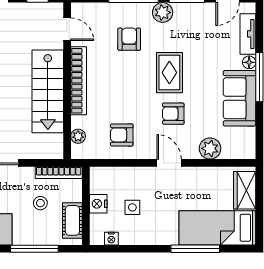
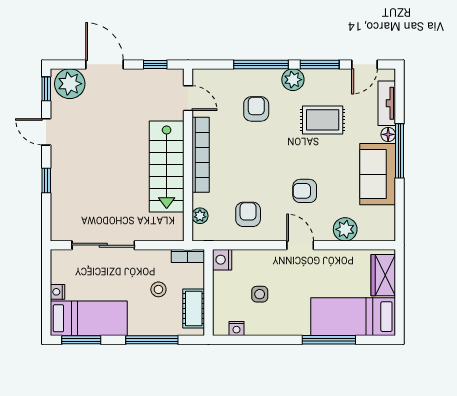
rug: (169, 73) -> (323, 120), moved, turned 90
armchair: (122, 135) -> (248, 214), turned 90
bookcase: (59, 173) -> (188, 256), width x0.64
nightstand: (98, 204) -> (222, 260), moved

